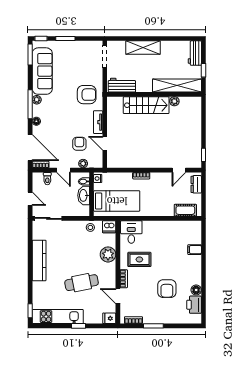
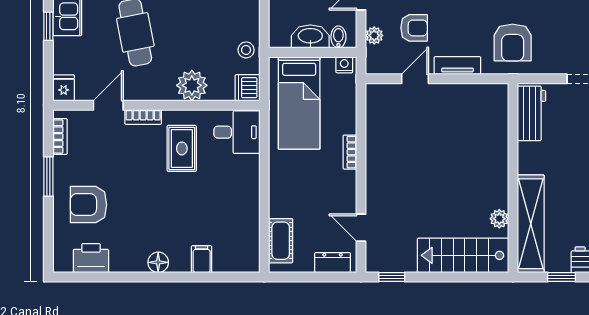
stairs: (146, 105) -> (463, 255), moved, turned 90
armchair: (167, 289) -> (89, 205), moved
floor lamp: (196, 290) -> (158, 262), moved

